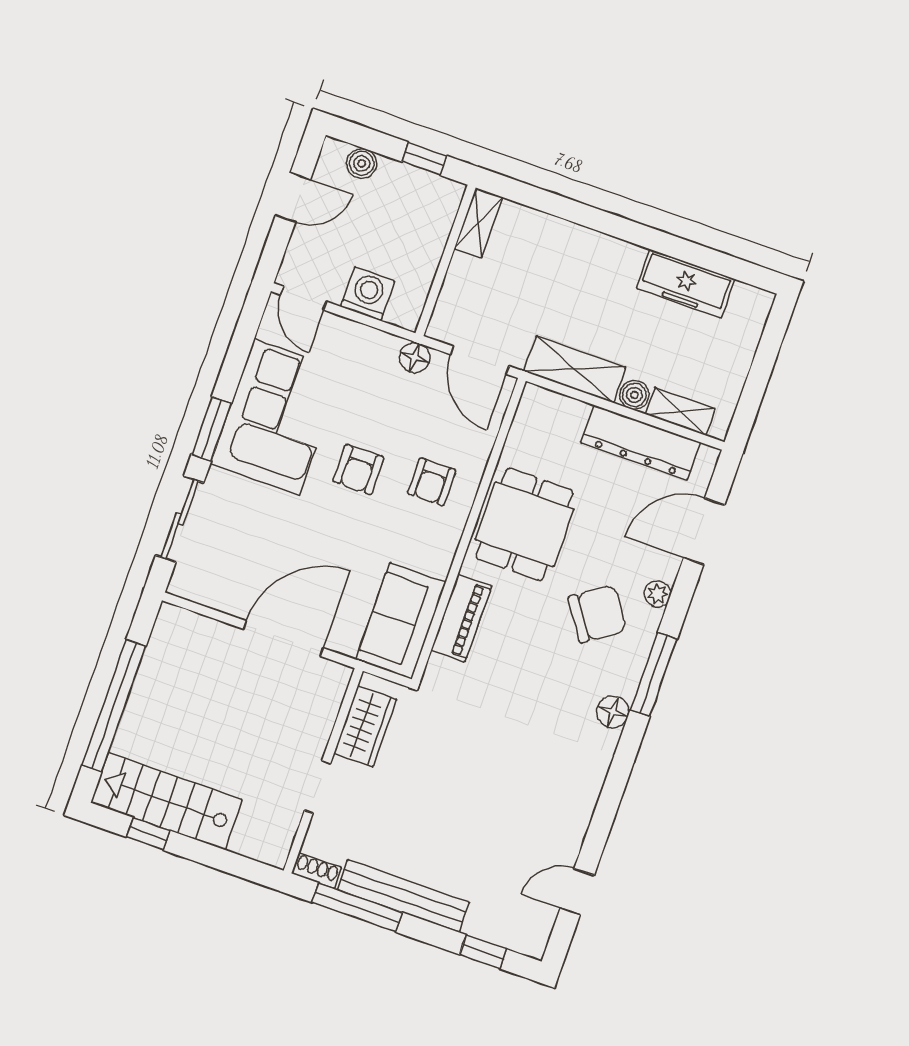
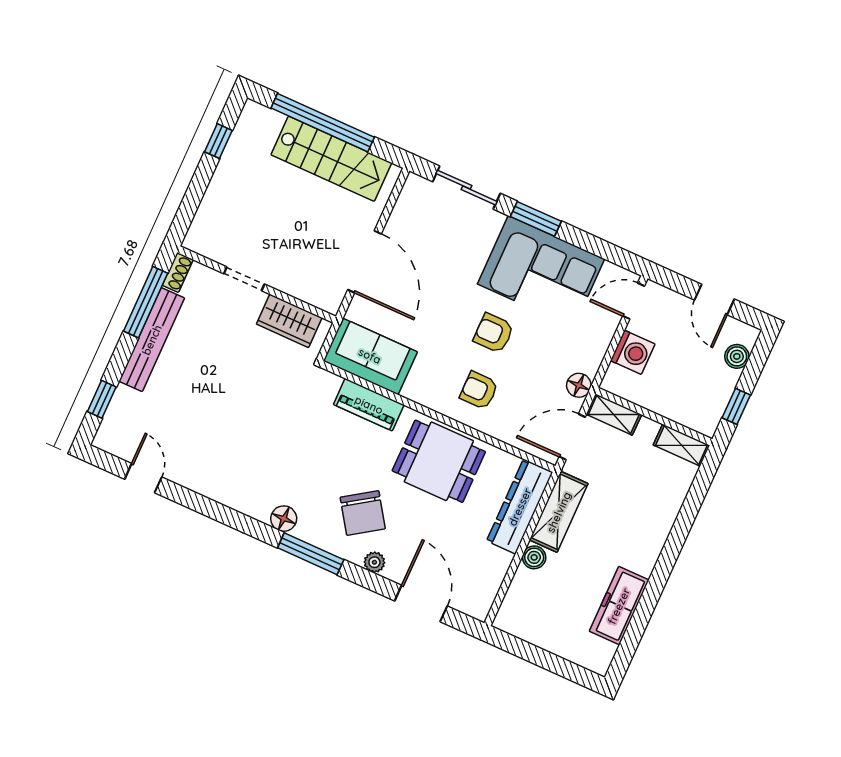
shelving: (681, 411) -> (614, 414), moved, turned 90
dresser: (641, 443) -> (520, 507), moved
stairs: (166, 801) -> (331, 159), moved, turned 90

